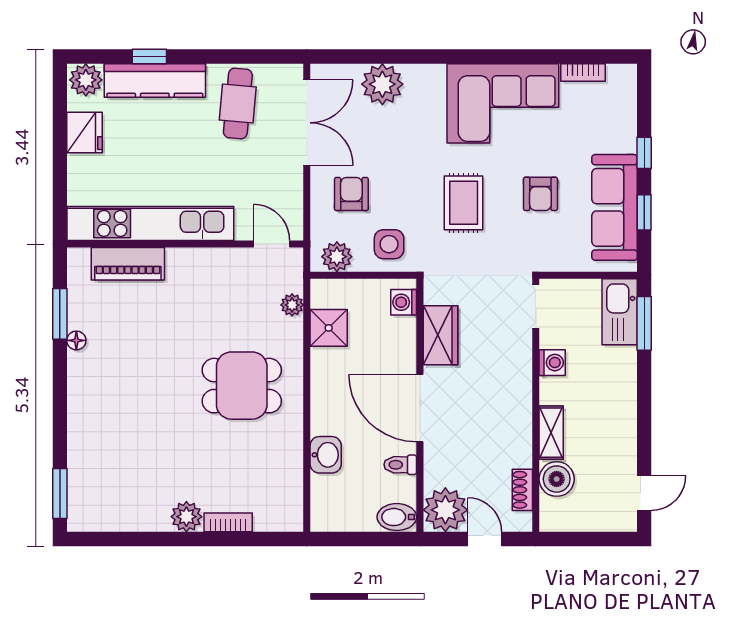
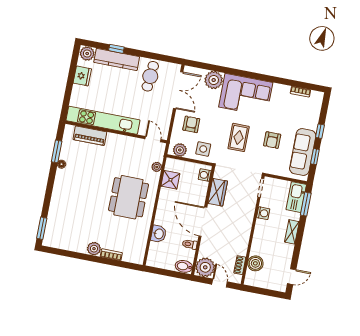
corner sofa: (503, 103) -> (246, 95), moved
dining table: (242, 386) -> (128, 197), width x1.38
shelving: (551, 433) -> (292, 232), moved

